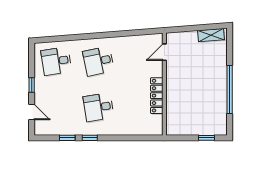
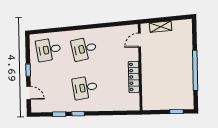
shelving: (211, 35) -> (161, 27), moved

